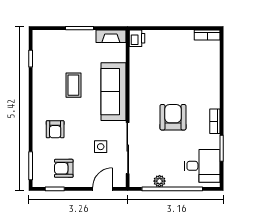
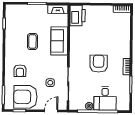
printer: (137, 38) -> (78, 16), width x1.87, depth x1.48
sofa: (114, 92) -> (59, 41), width x0.73
desk: (202, 166) -> (105, 98), moved, turned 90
armchair: (64, 168) -> (25, 97), width x1.88, depth x1.88

